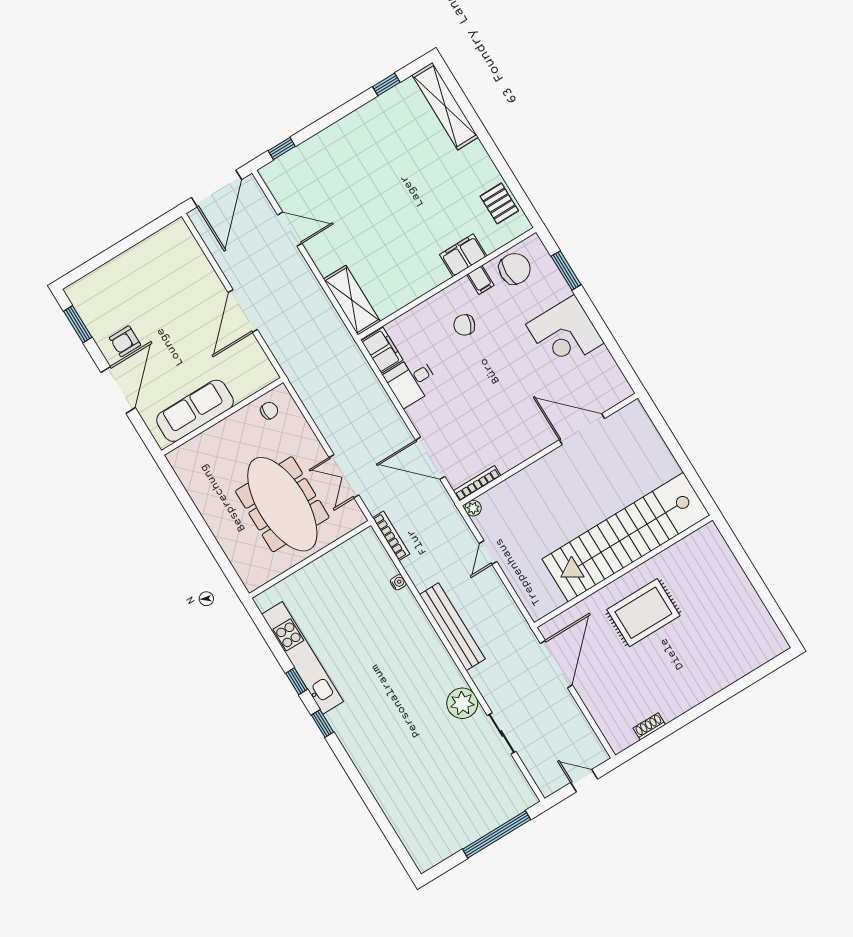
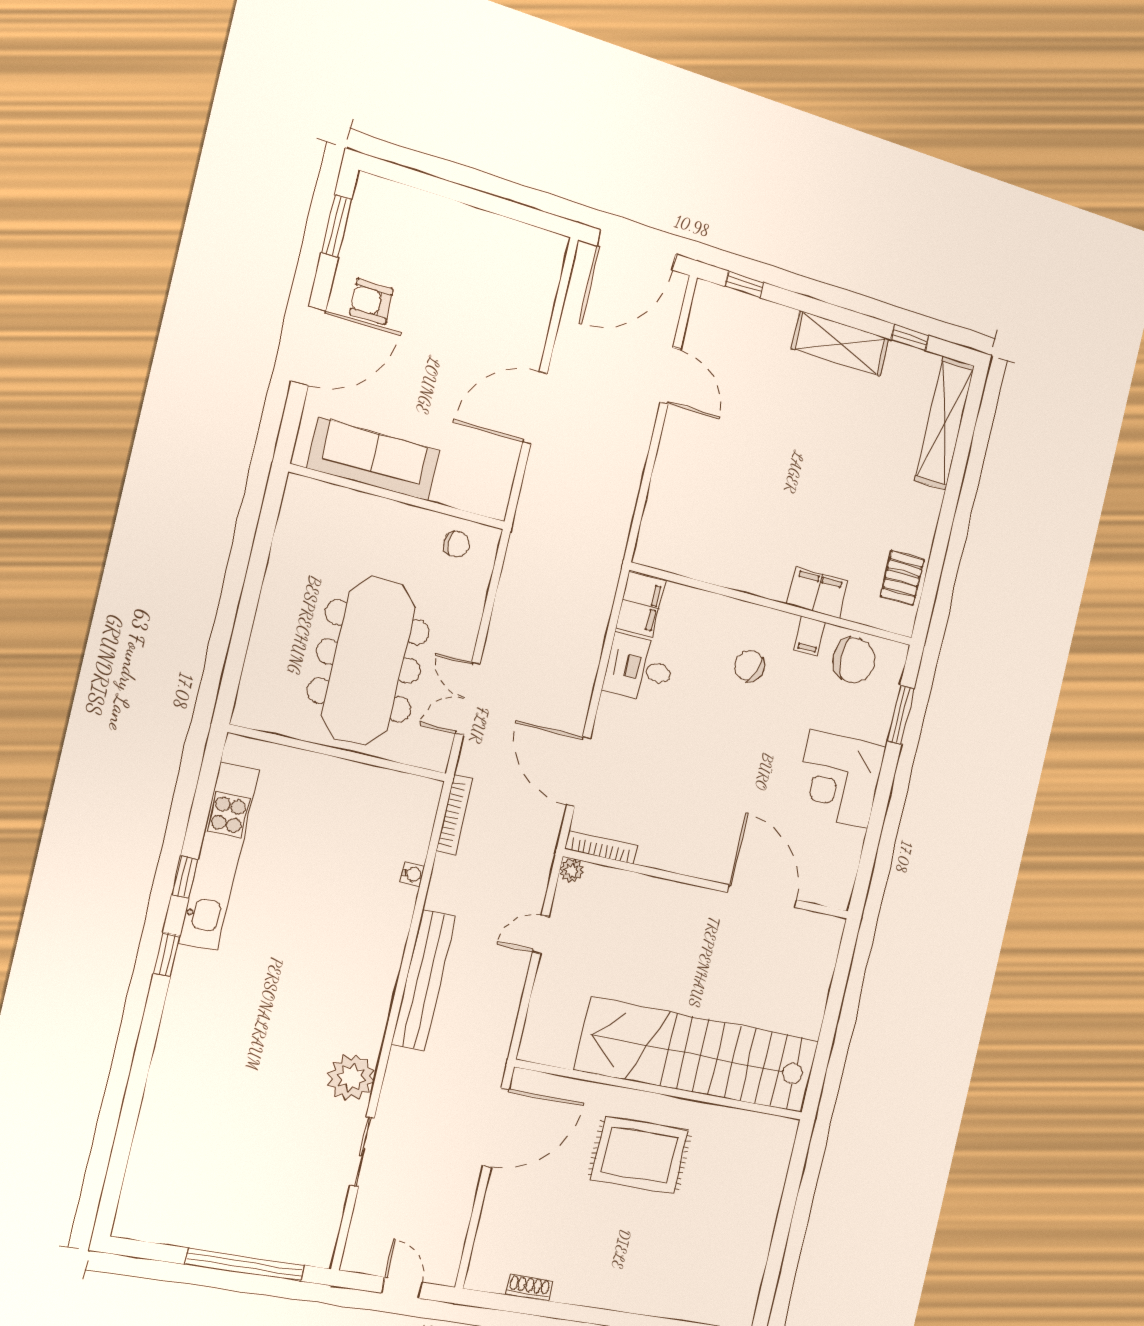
shelving: (352, 300) -> (840, 343), moved, turned 90

